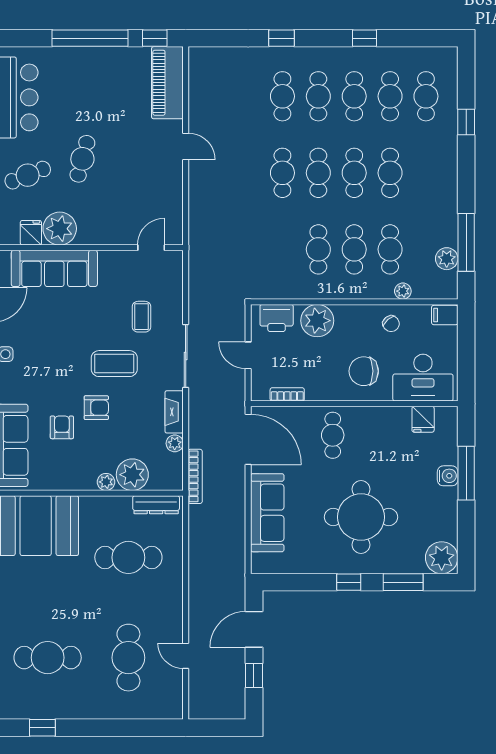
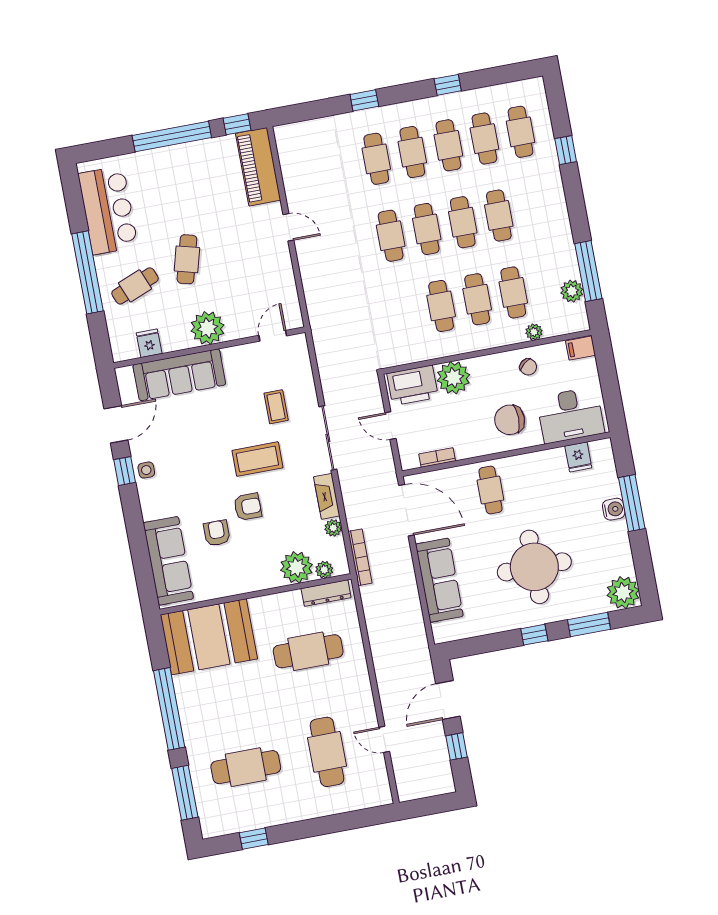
plant: (60, 229) -> (208, 328), moved
printer: (277, 318) -> (413, 385), width x1.37, depth x1.19
plant: (106, 482) -> (324, 570), moved

